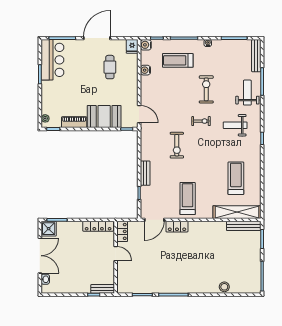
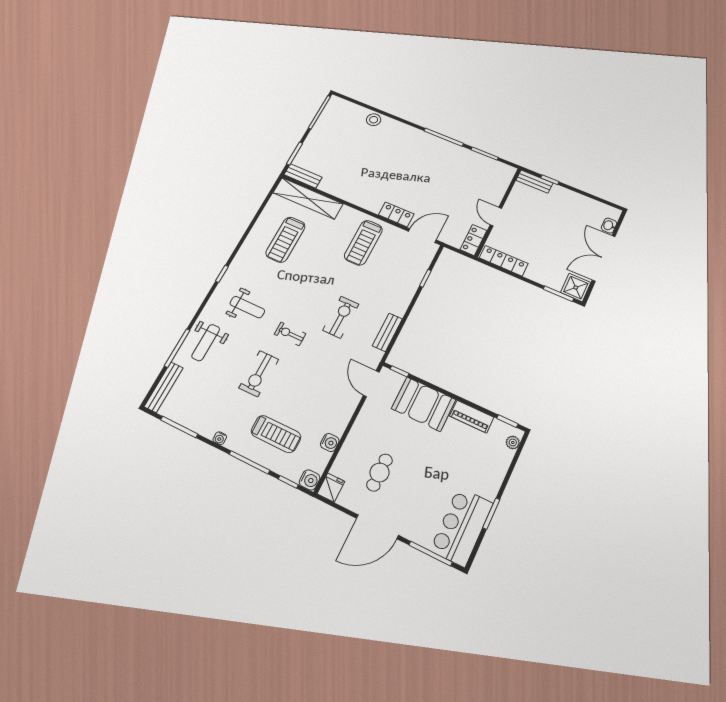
bench: (145, 173) -> (387, 332), moved
bench: (244, 226) -> (303, 176), width x0.73

